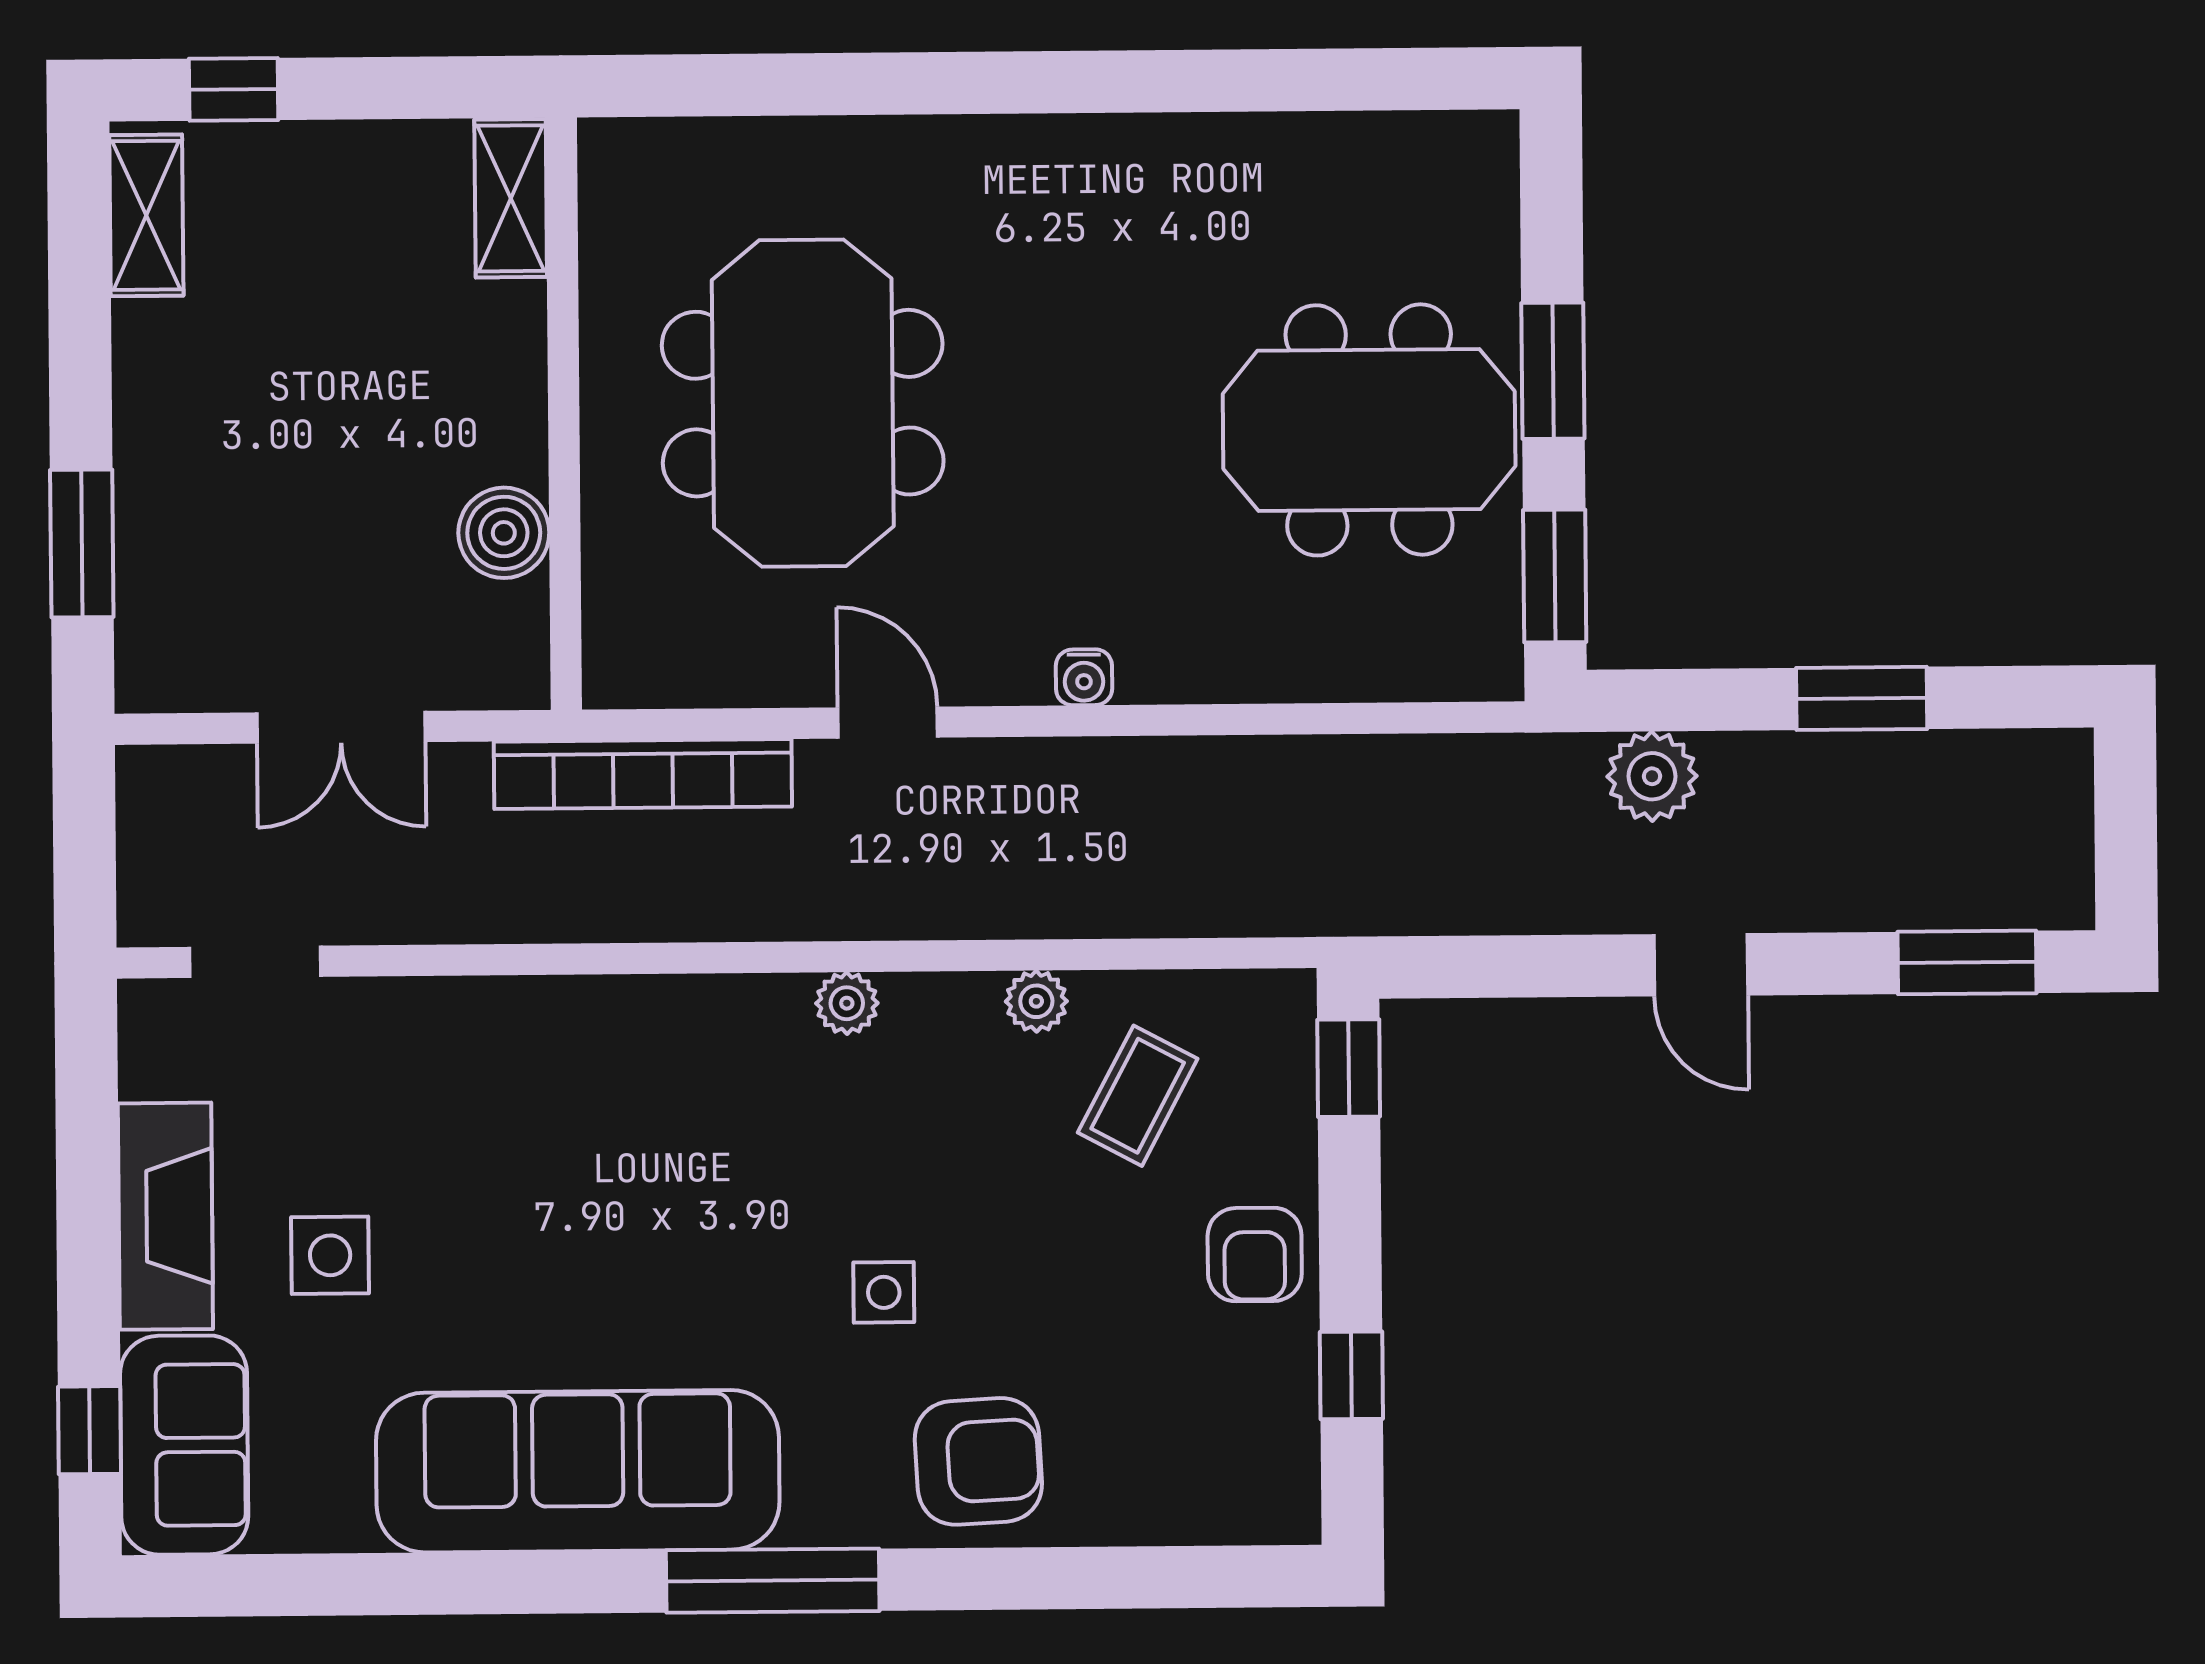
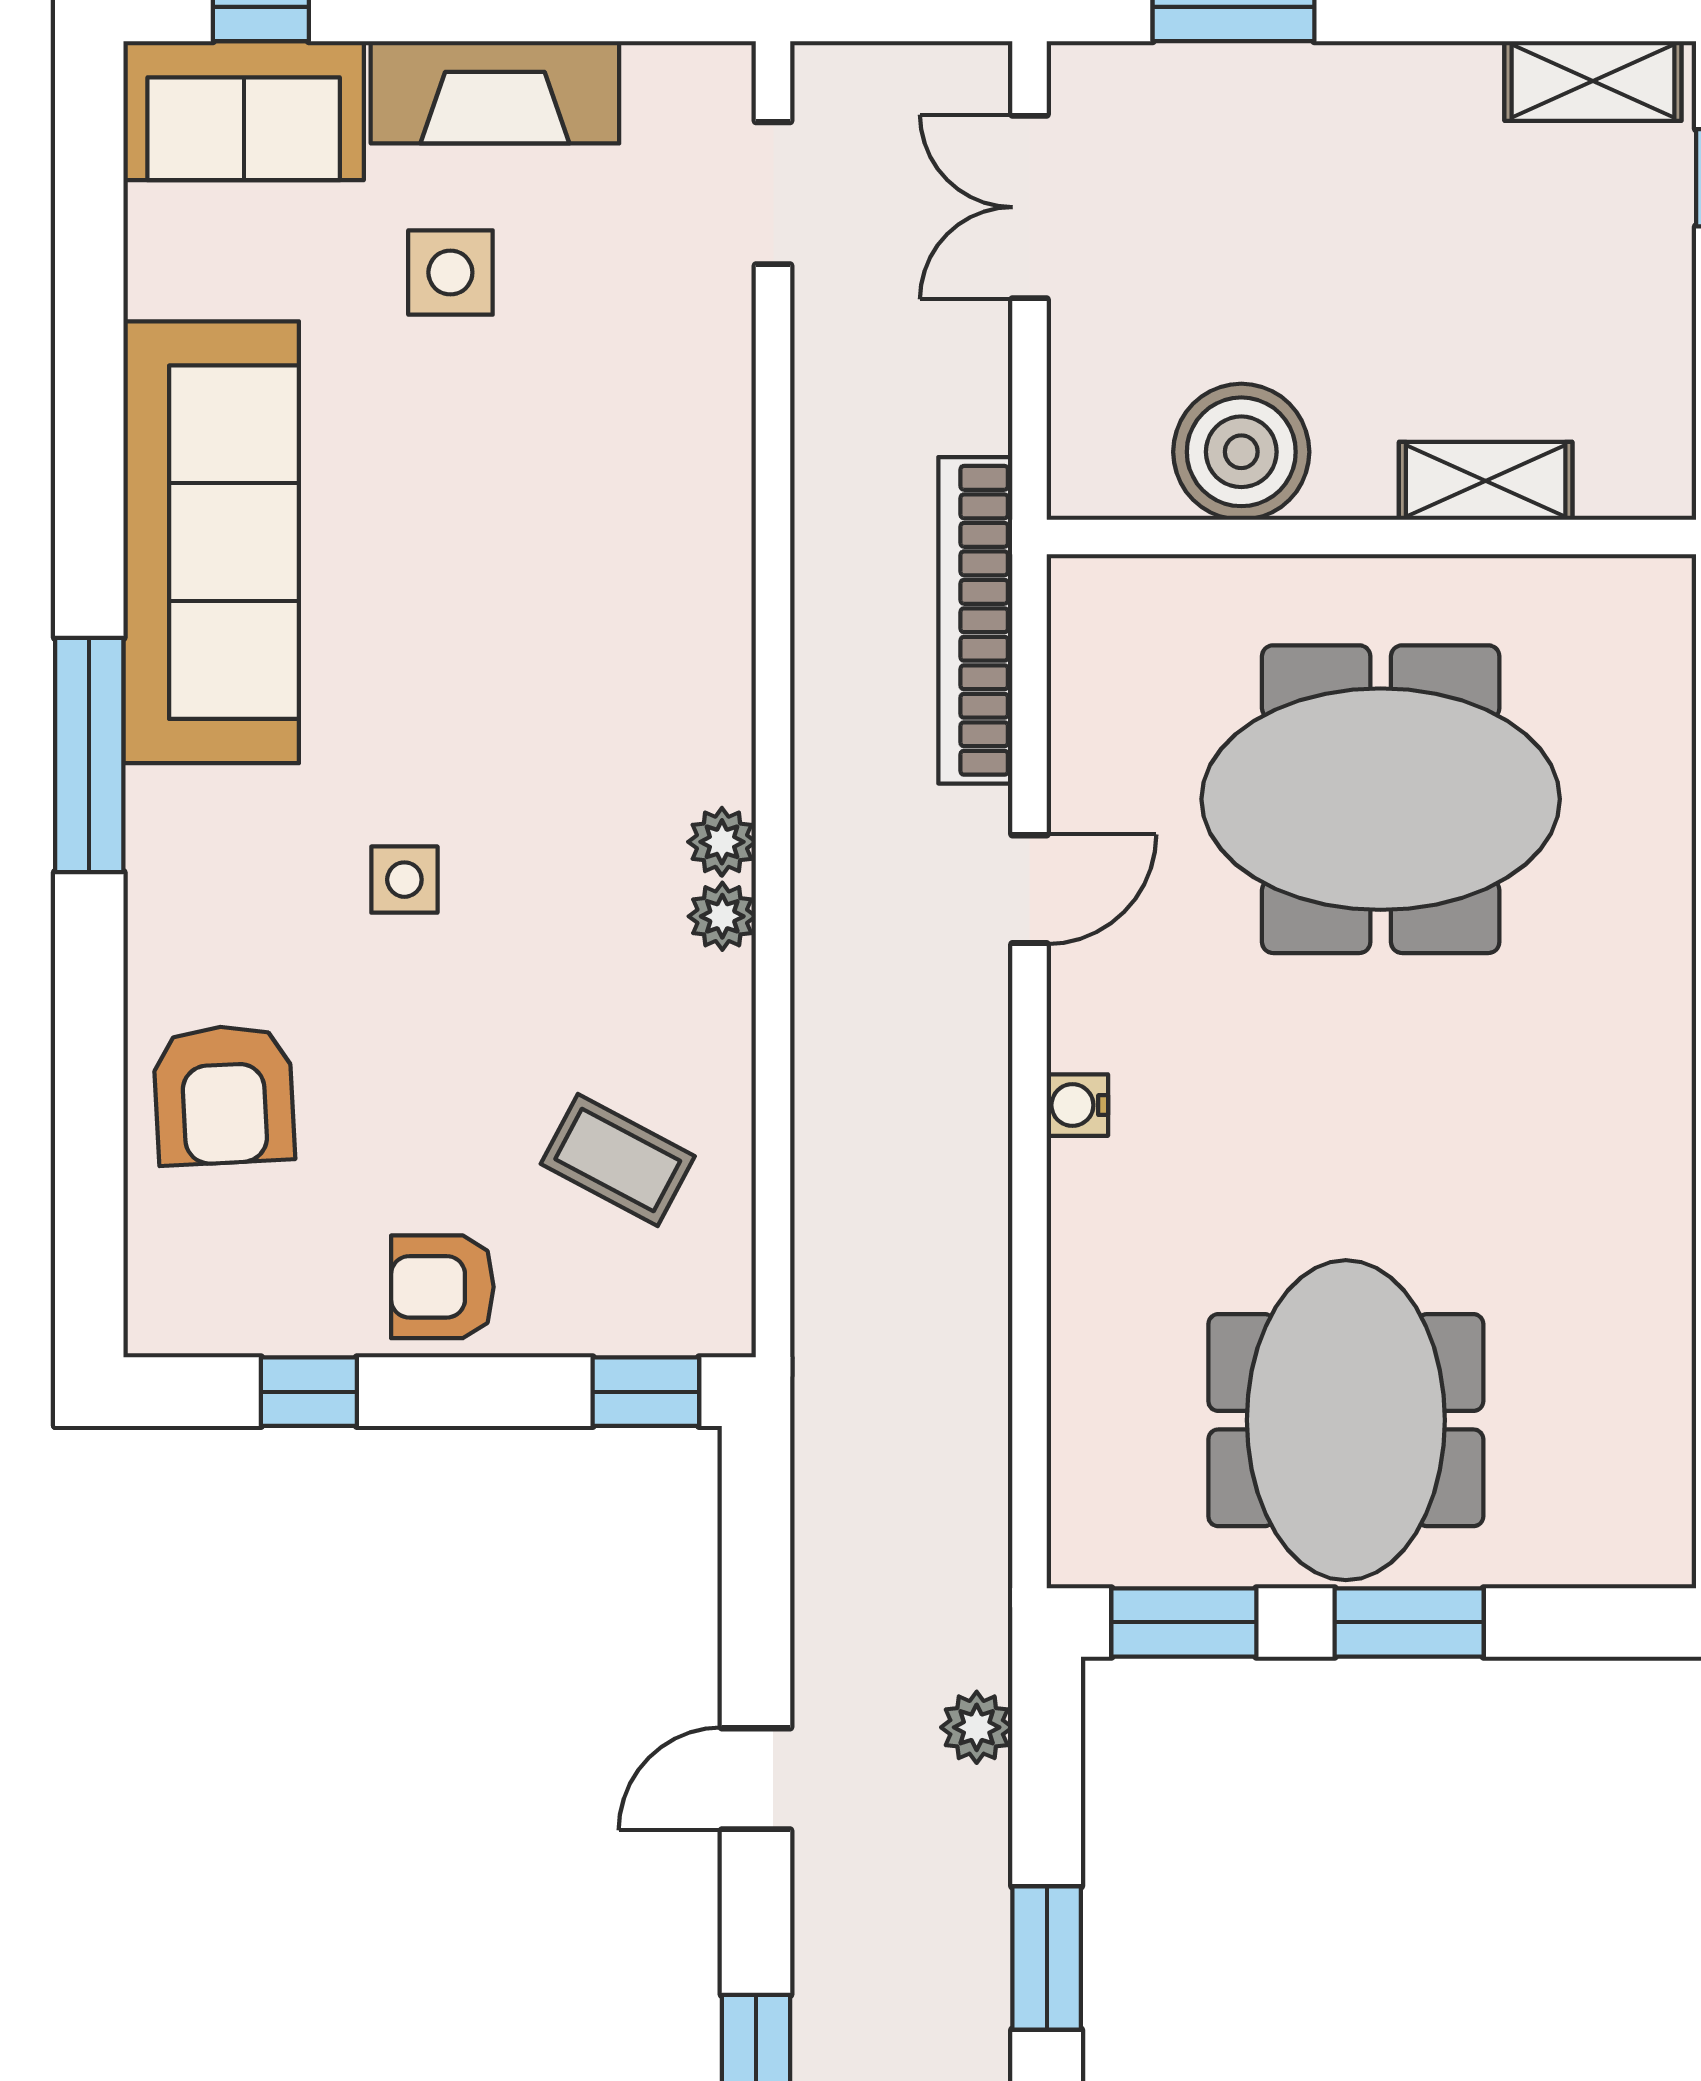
shelving: (511, 198) -> (1486, 481), moved
boiler: (504, 533) -> (1241, 452), width x1.37, depth x1.37
double door: (341, 727) -> (1029, 207), moved
plant: (1652, 776) -> (977, 1727), width x0.73, depth x0.73
plant: (1036, 1001) -> (722, 916), moved
armchair: (978, 1461) -> (224, 1095), moved

